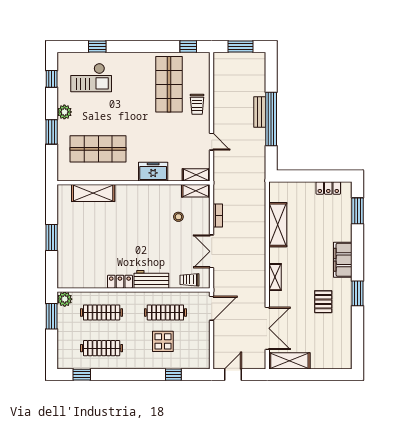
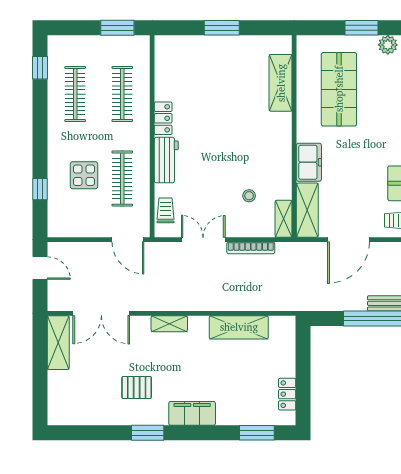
door: (212, 142) -> (349, 240), width x1.87
shelving: (196, 175) -> (307, 210), width x1.50, depth x1.33
bookcase: (218, 216) -> (251, 248), width x1.56
plant: (65, 299) -> (140, 45), removed

